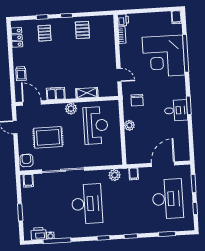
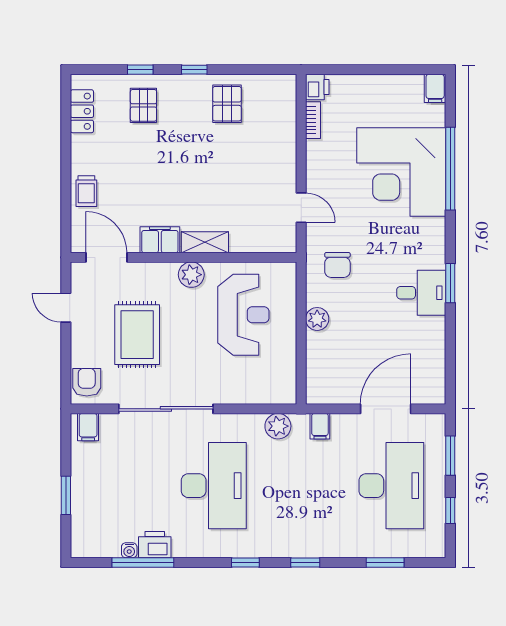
shelving: (87, 93) -> (205, 242), moved
rug: (48, 137) -> (137, 335), turned 90
printer: (39, 234) -> (155, 545), moved

